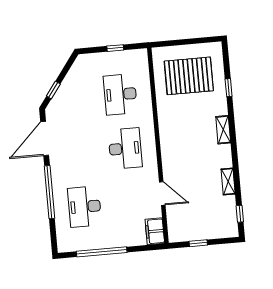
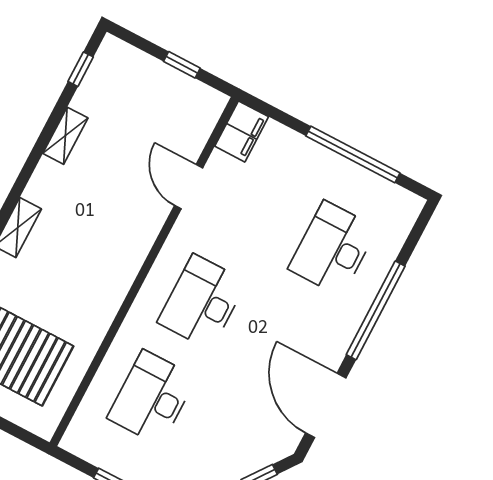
desk: (120, 94) -> (152, 398), turned 180
door: (45, 138) -> (326, 405), swing flipped
desk: (85, 207) -> (333, 248), turned 180

